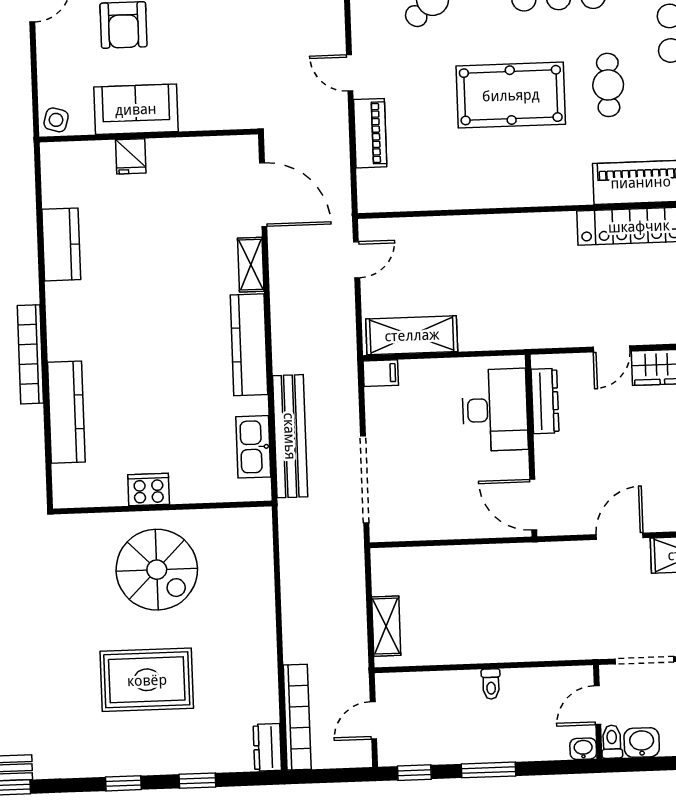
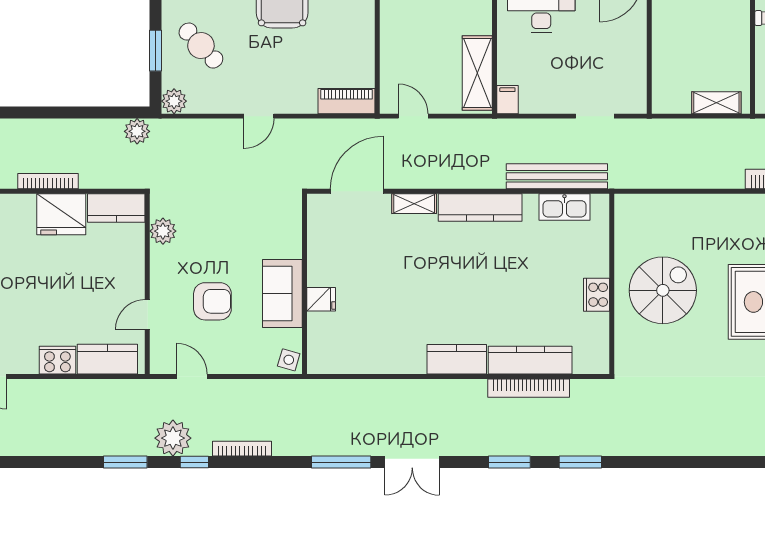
piano: (370, 133) -> (346, 101), moved
kitchen counter: (61, 244) -> (457, 359), moved
bookcase: (30, 354) -> (529, 388), moved
doorway: (365, 480) -> (595, 116), width x0.53

